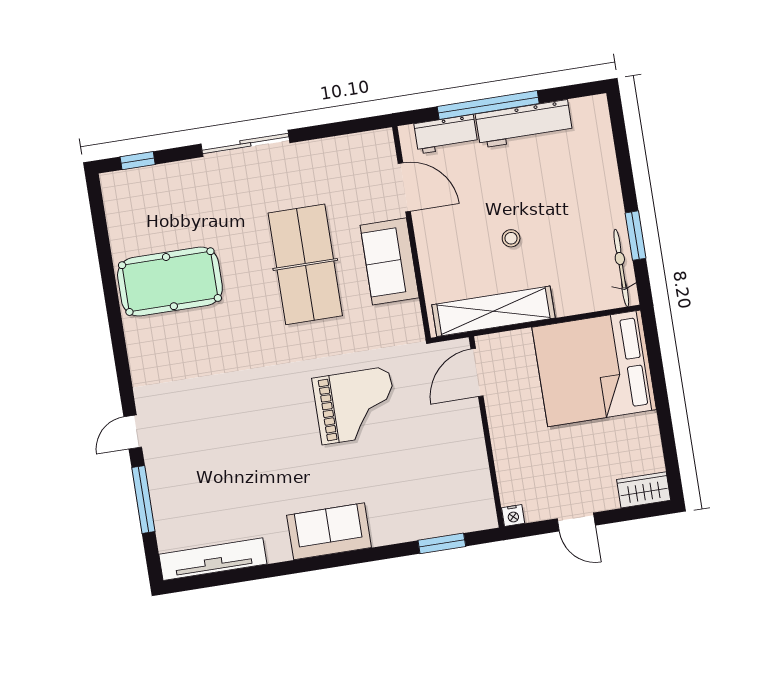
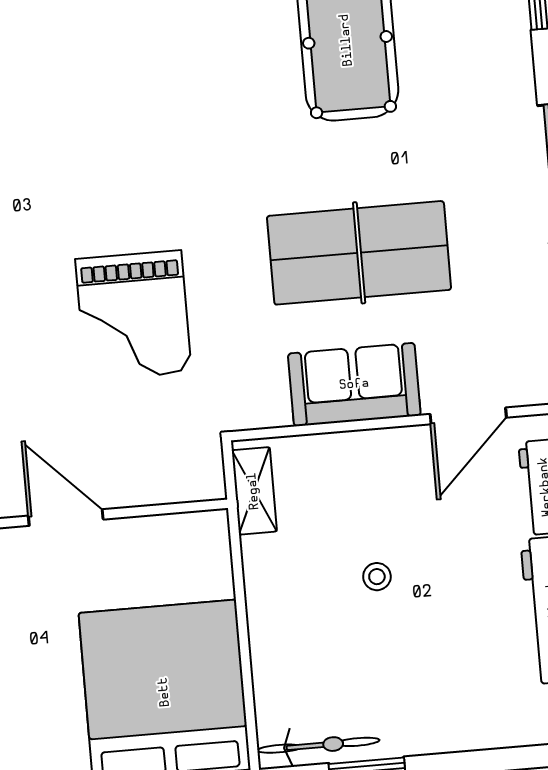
shelving: (493, 311) -> (254, 491), width x0.45, depth x0.75
door: (477, 373) -> (66, 518), moved

